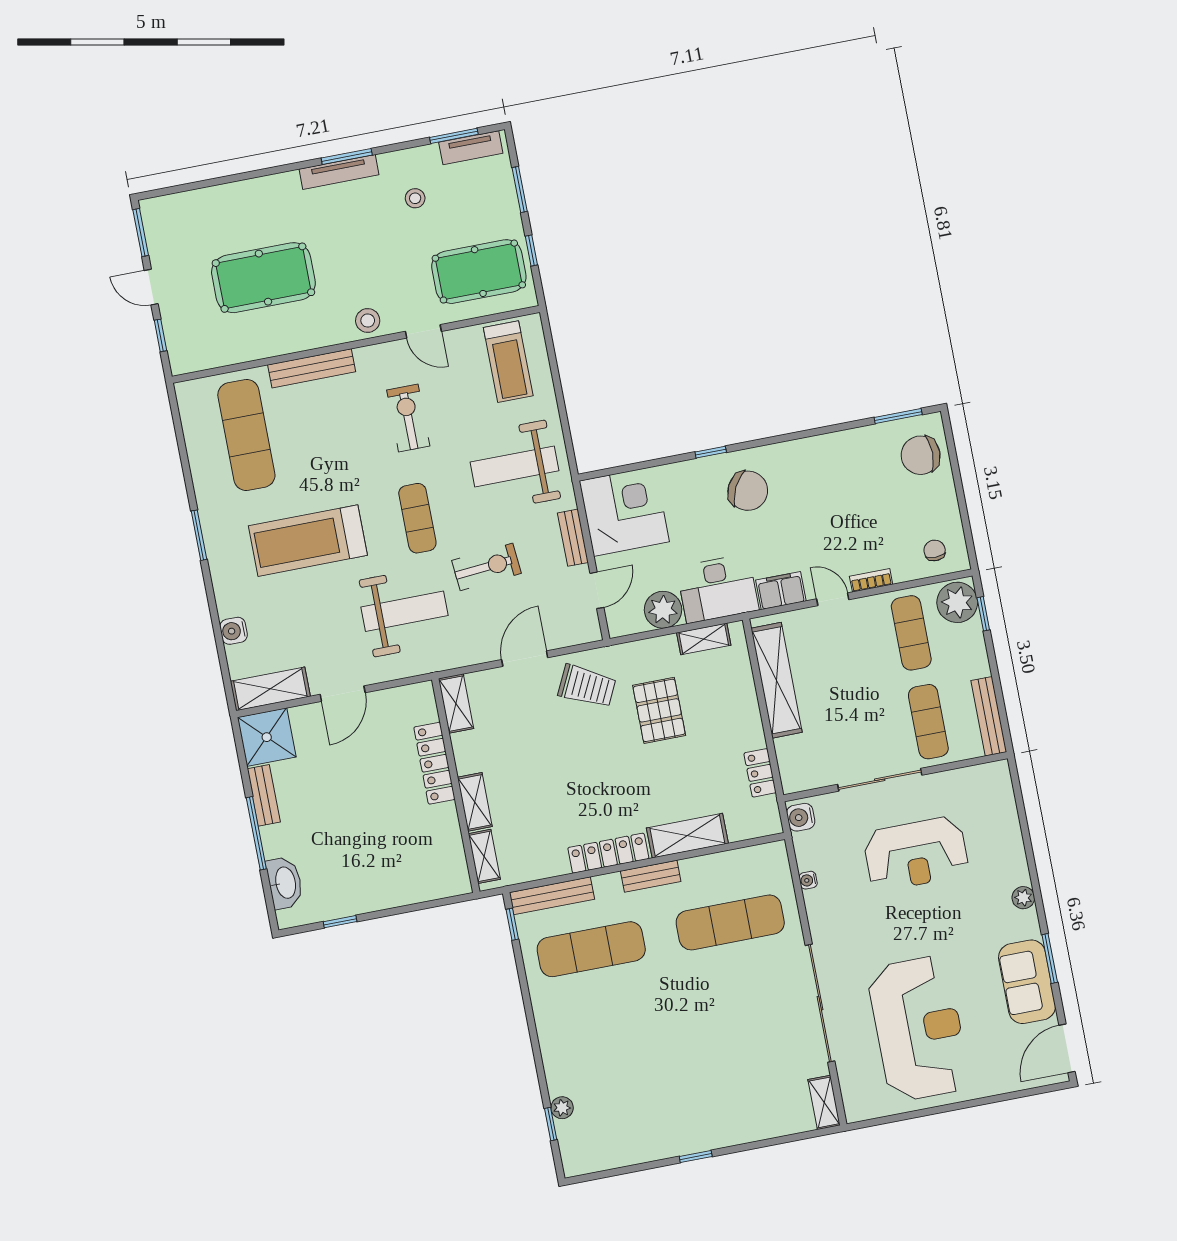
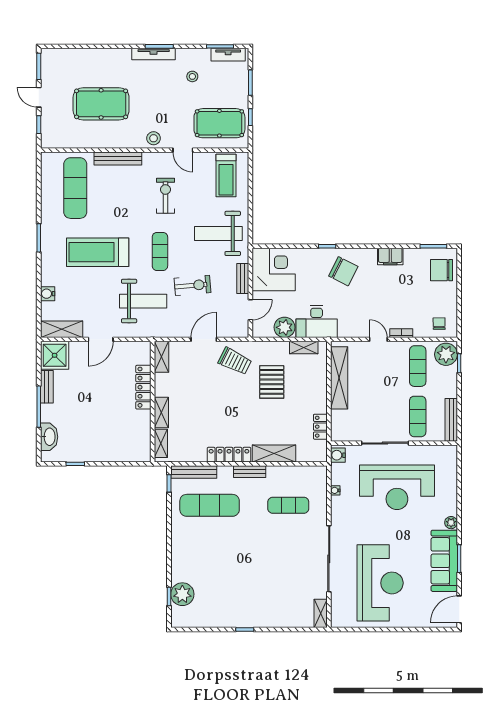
filing cabinet: (781, 591) -> (390, 256), moved, turned 180
reception desk: (916, 854) -> (397, 487), width x1.36, depth x1.30
exercise mat: (730, 922) -> (288, 505), width x0.73, depth x0.69
sofa: (1027, 982) -> (444, 561), width x1.36
plant: (562, 1108) -> (182, 594), width x1.88, depth x1.88

